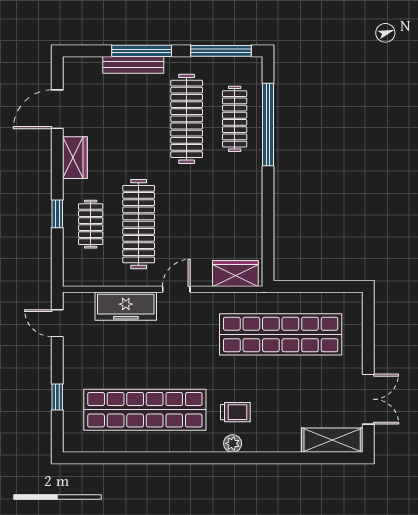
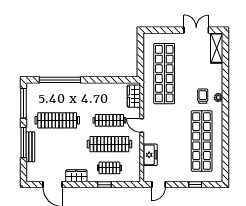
clothes rail: (235, 119) -> (109, 120), moved
freezer: (126, 306) -> (150, 155), width x0.71

